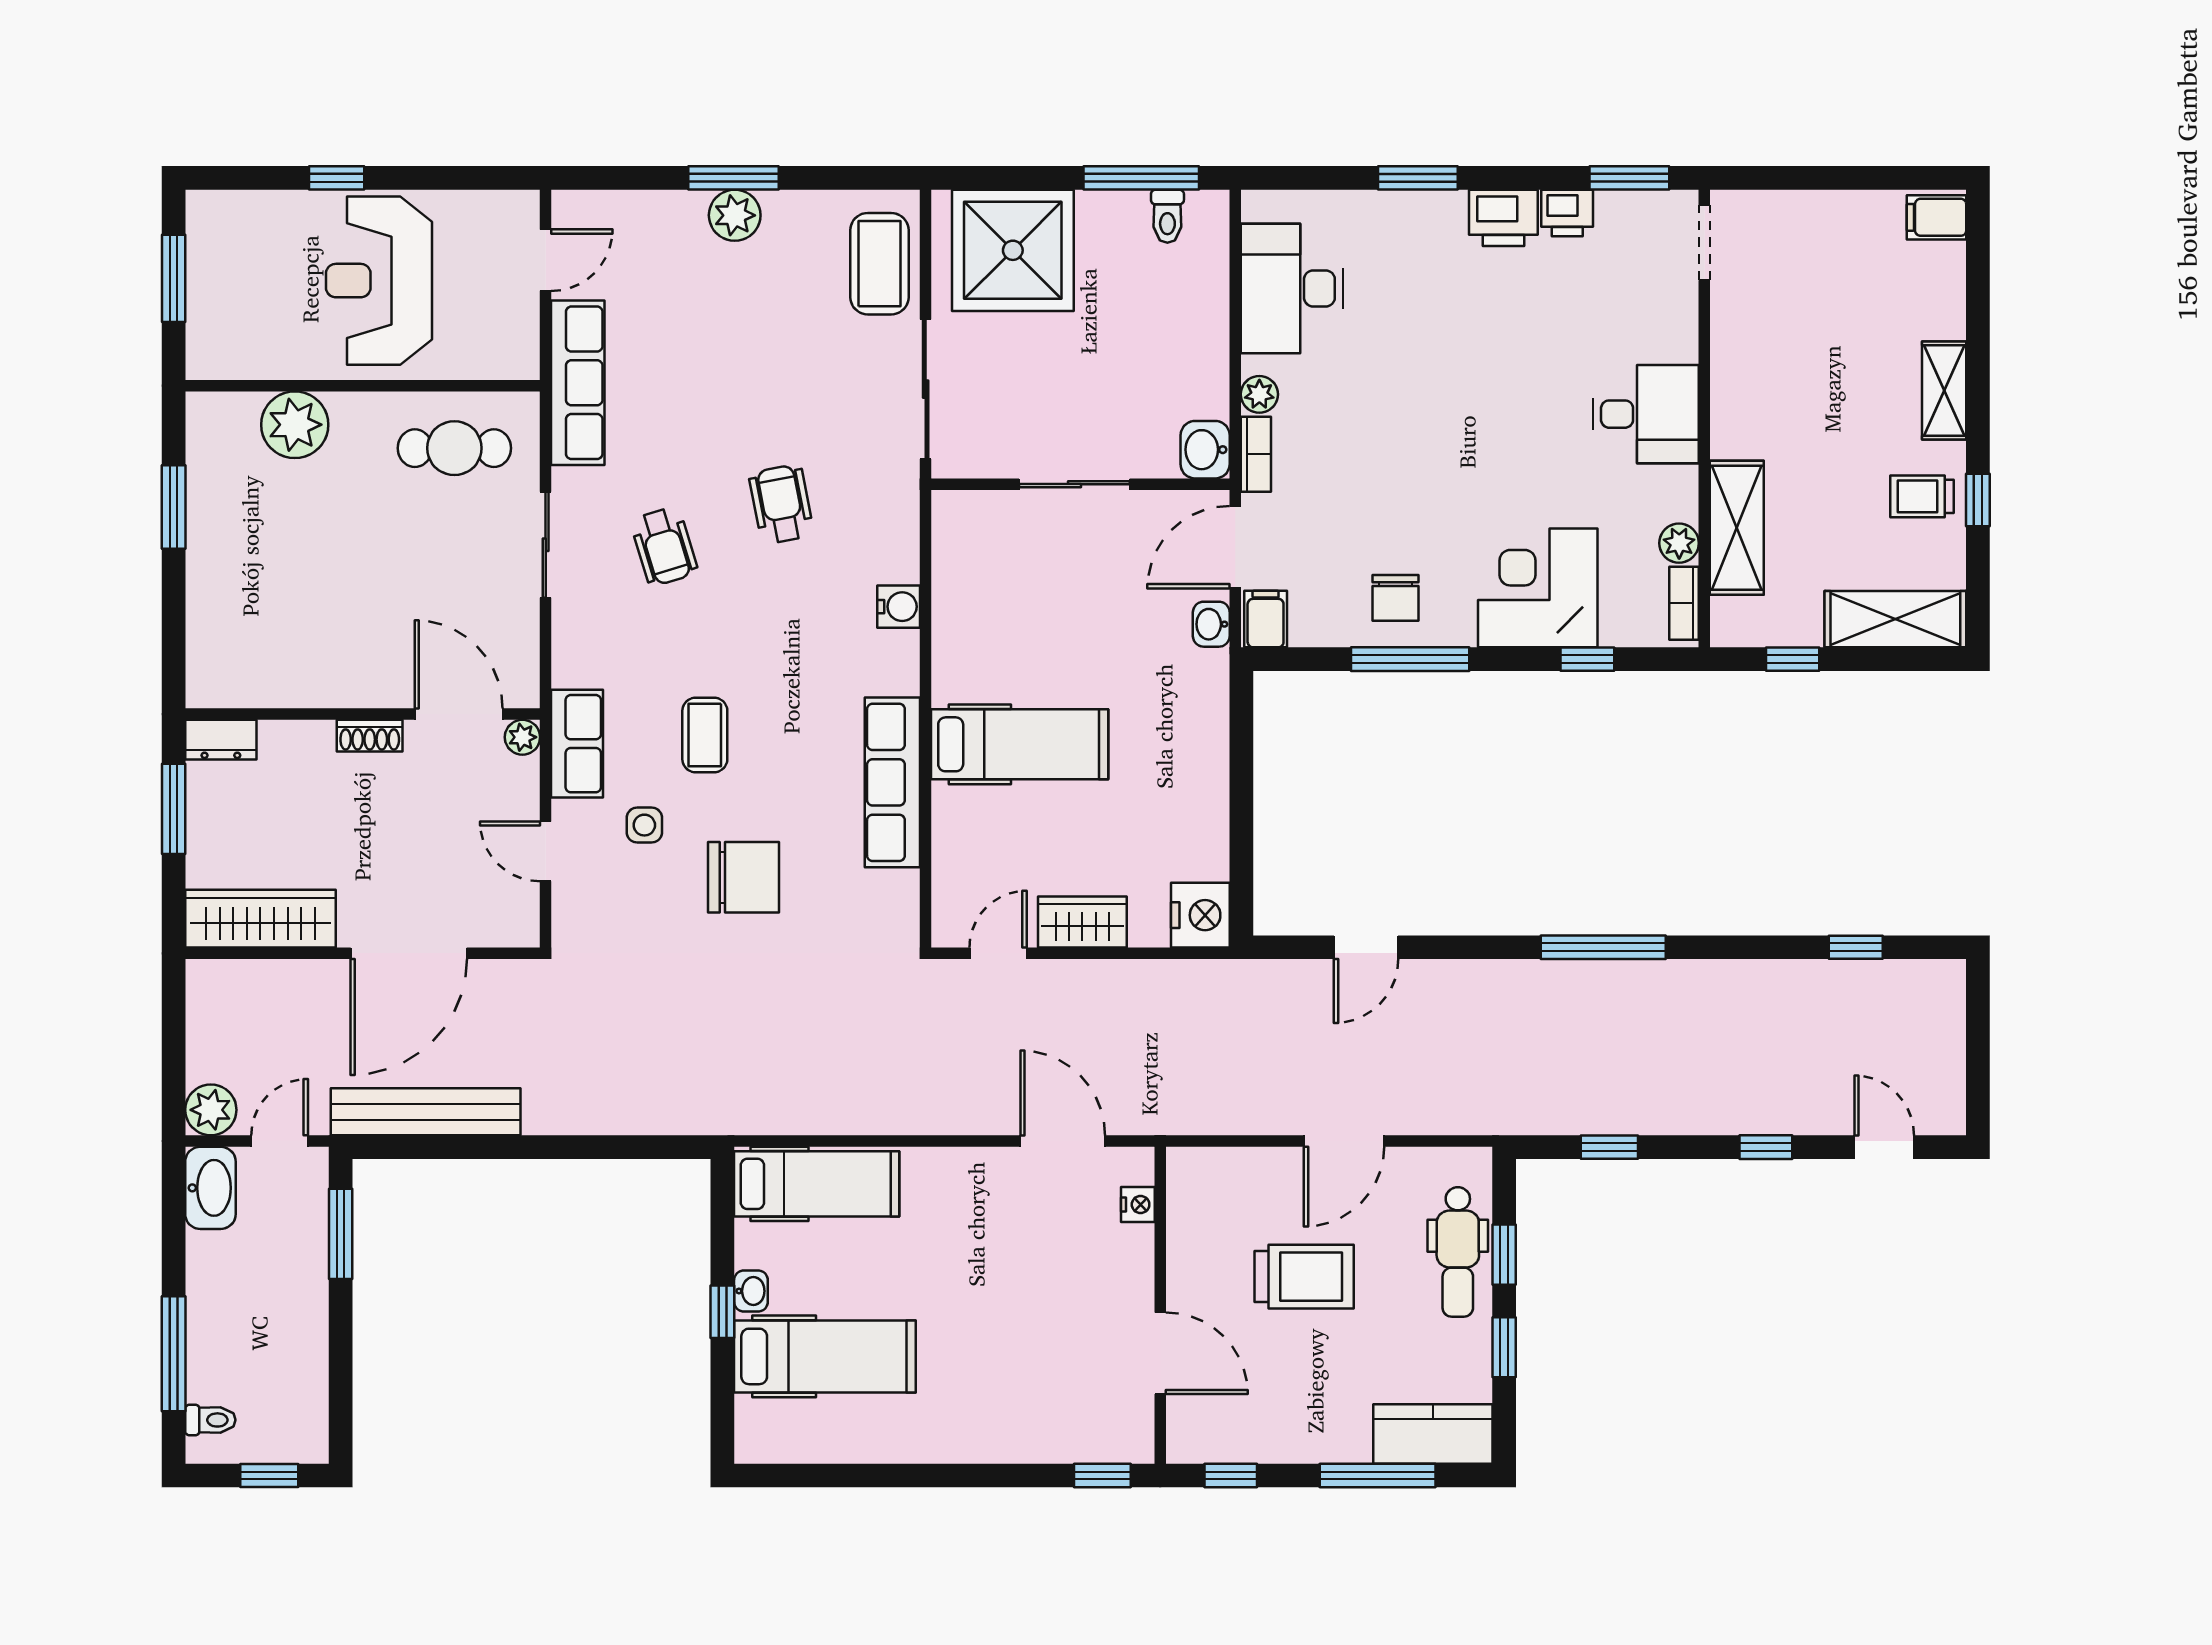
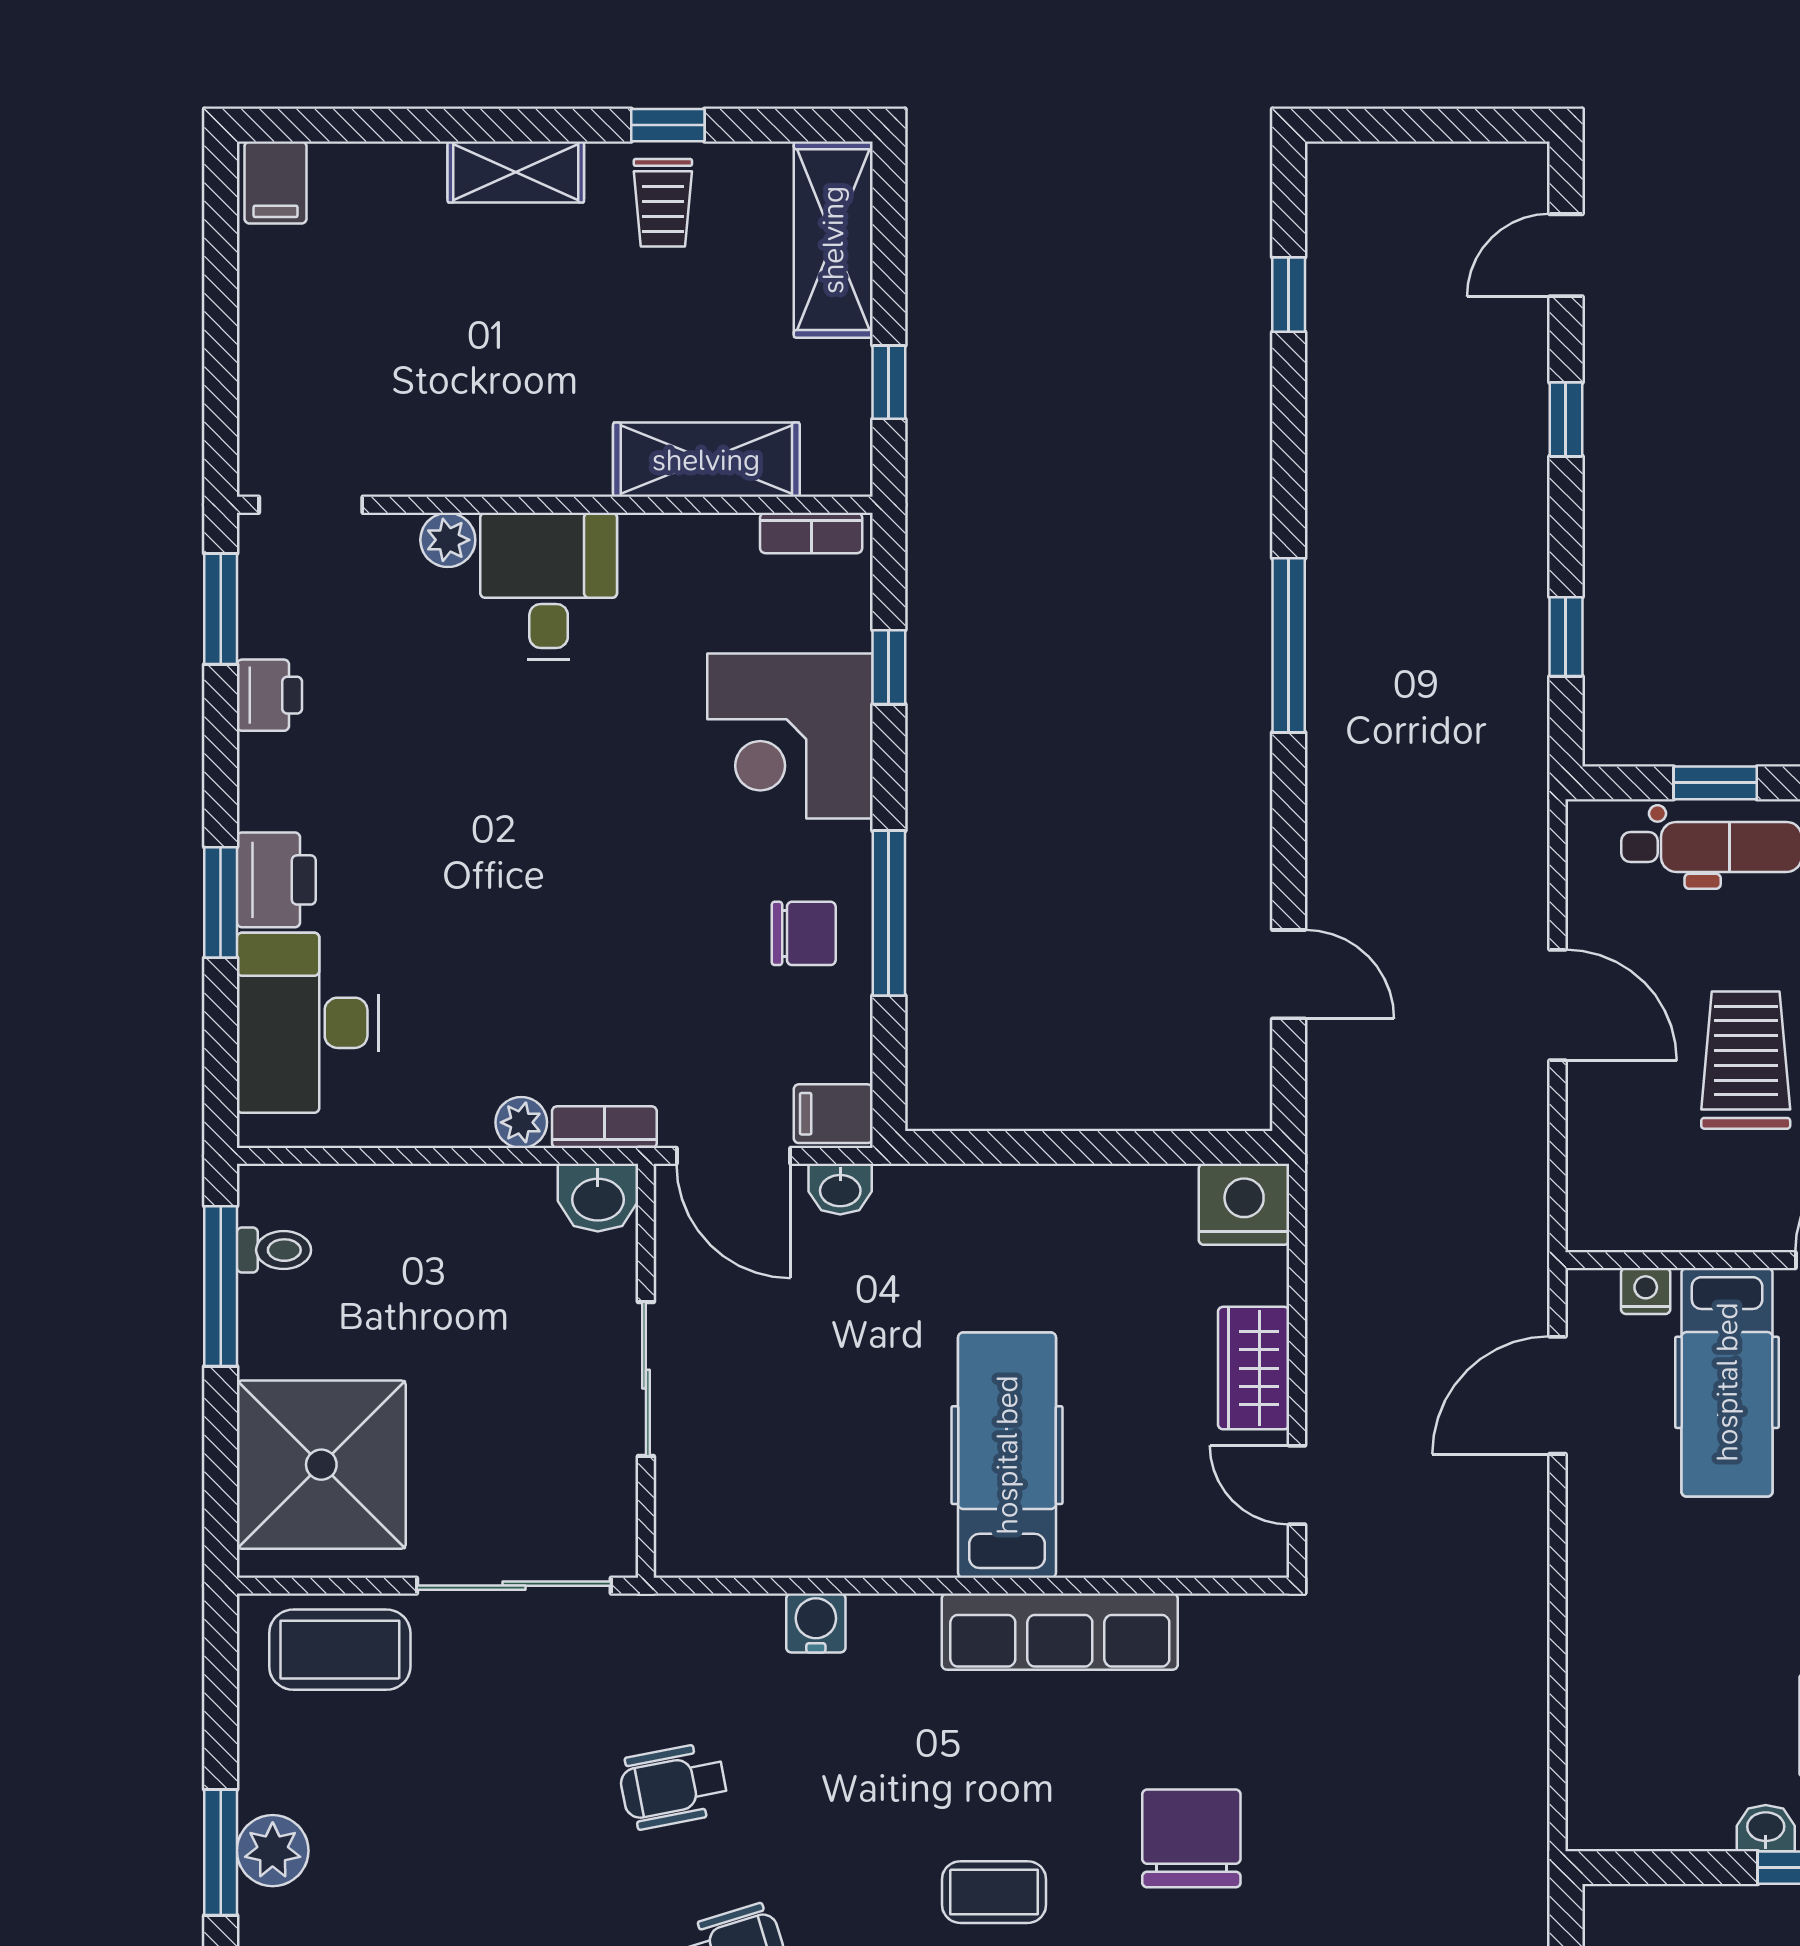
printer: (1503, 218) -> (276, 880), moved
desk: (1292, 288) -> (308, 1023), moved, turned 90
plant: (1679, 543) -> (448, 540), moved
hospital bed: (817, 1184) -> (1727, 1382), moved, turned 180

